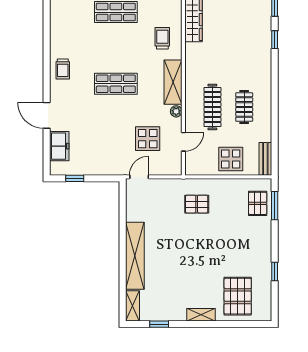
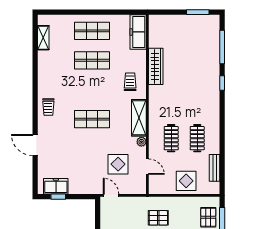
clothes rail: (212, 107) -> (171, 138), width x0.73
door: (183, 142) -> (147, 167), hinge flipped
freezer: (59, 146) -> (56, 186), moved, turned -90
bench: (265, 159) -> (215, 168), moved
door: (139, 177) -> (111, 195), hinge flipped

